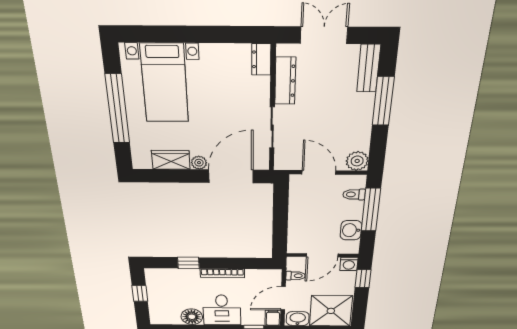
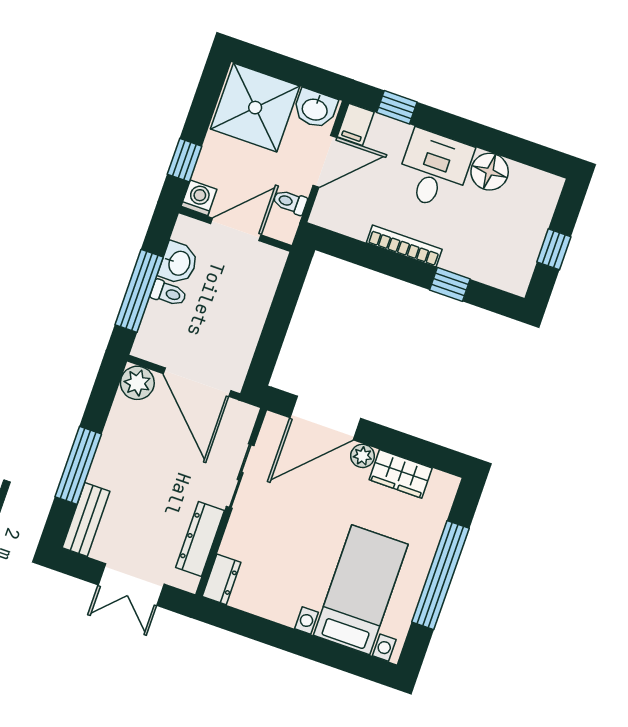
door: (319, 172) -> (197, 382), width x1.36
toilet: (354, 194) -> (169, 293), moved

